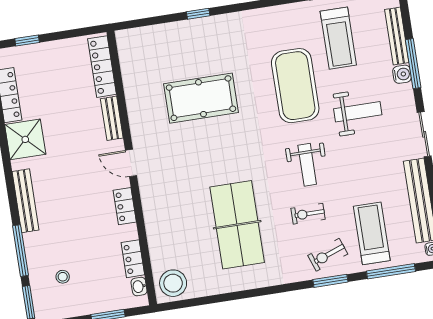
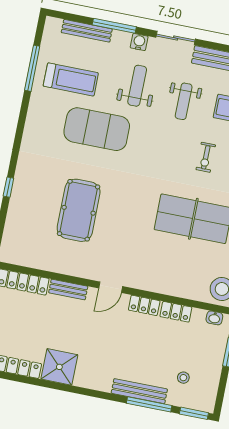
water cooler: (402, 74) -> (139, 42), moved
weight bench: (307, 165) -> (184, 101), moved, turned 90
bench: (25, 201) -> (139, 391), moved
locker: (133, 259) -> (176, 312), moved

